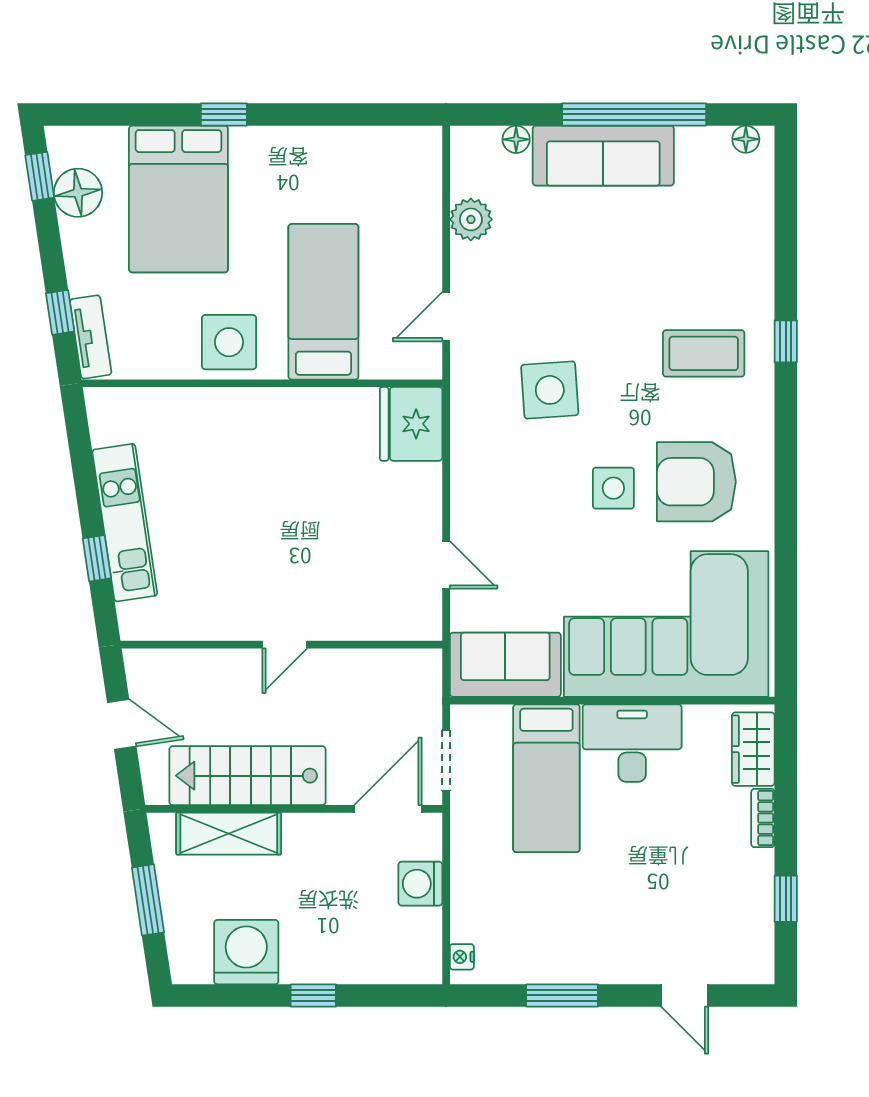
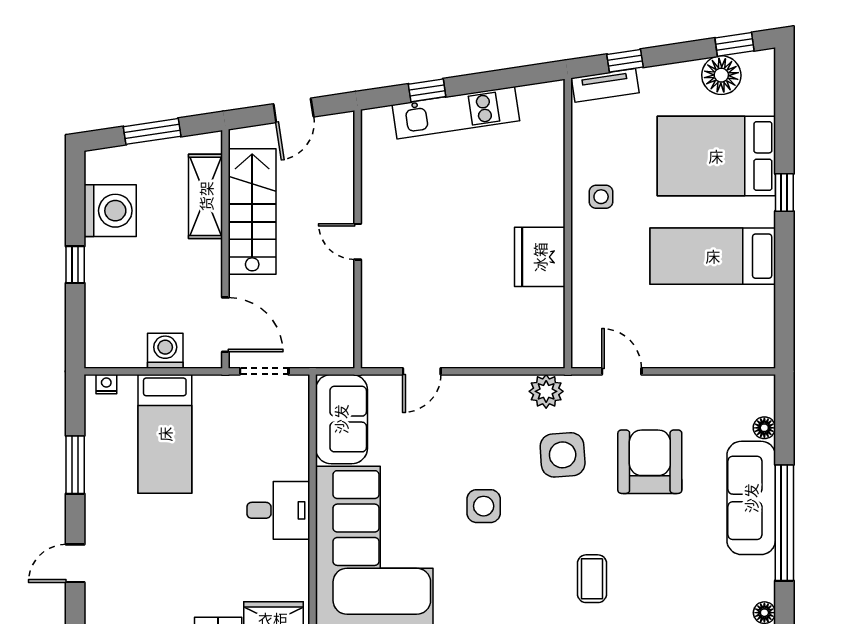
plant: (471, 219) -> (546, 391), moved
bed: (323, 302) -> (713, 256), moved, turned 180
side table: (229, 342) -> (601, 197), width x0.54, depth x0.54
coffee table: (704, 353) -> (592, 579), width x0.73, depth x0.77
fridge: (411, 424) -> (540, 257), moved, turned -90
armchair: (696, 482) -> (650, 462), moved
desk: (632, 743) -> (278, 510), width x0.73
bed: (546, 778) -> (165, 434), moved, turned -90

